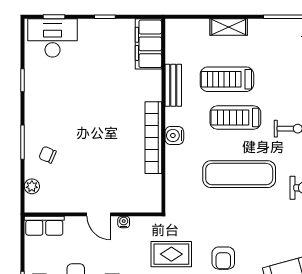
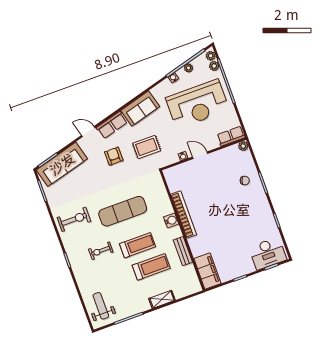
plant: (32, 186) -> (243, 146), moved

